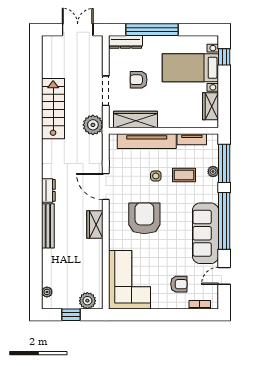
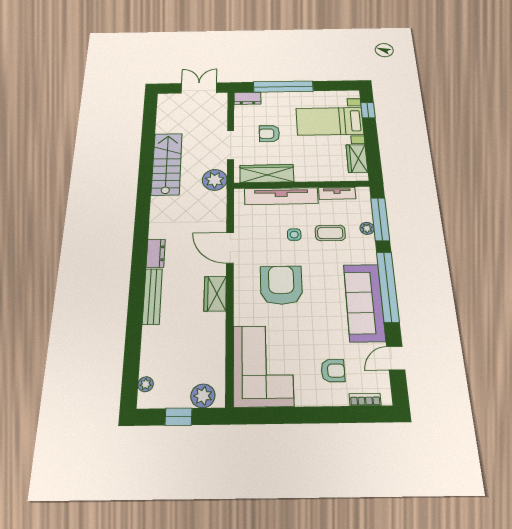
dresser: (125, 42) -> (247, 98), width x0.70

